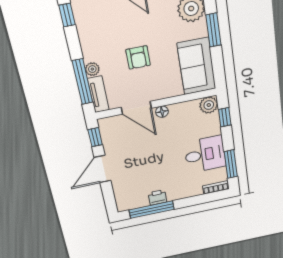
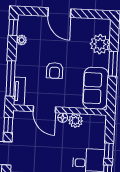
plant: (92, 69) -> (22, 40), moved
plant: (209, 105) -> (76, 121), moved
window: (225, 117) -> (109, 151), moved

